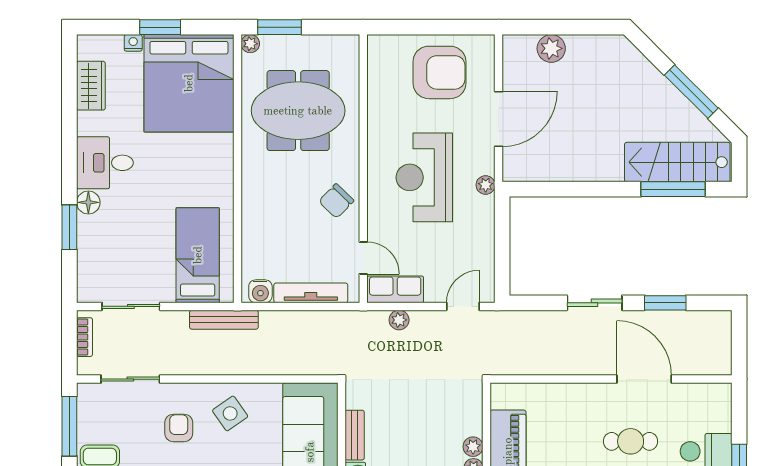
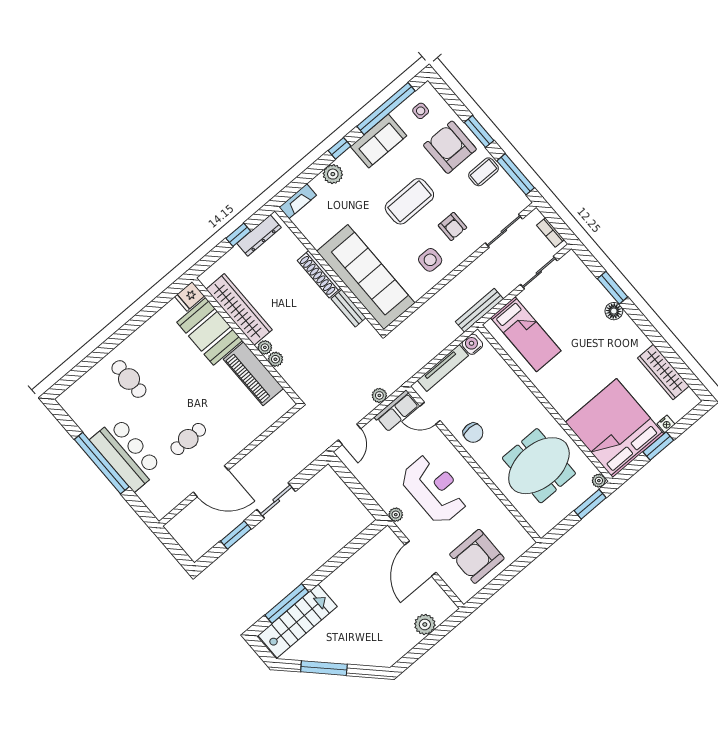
wardrobe: (91, 86) -> (663, 372), width x1.50
desk: (105, 163) -> (624, 342), removed
chair: (336, 201) -> (473, 433), turned 136
side table: (230, 413) -> (430, 260), turned 35

